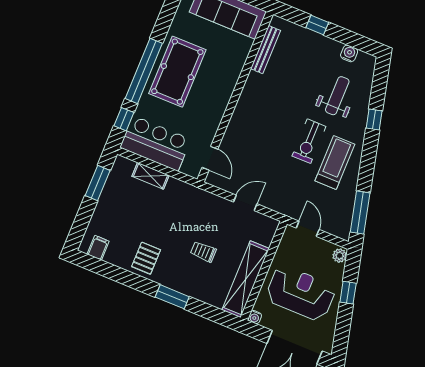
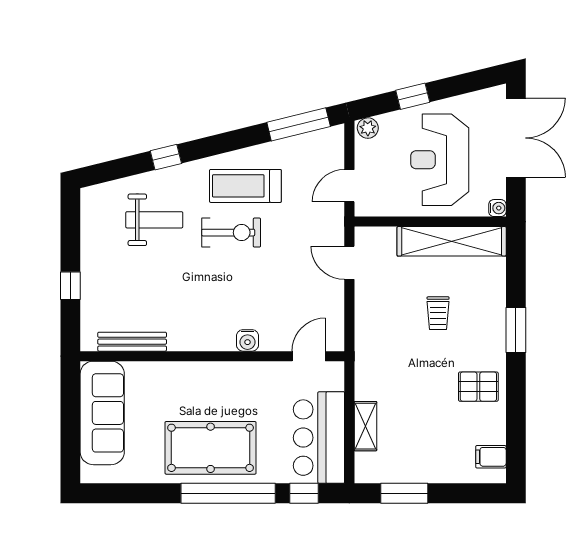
water cooler: (349, 53) -> (248, 340), moved, turned -90
weight bench: (337, 96) -> (154, 220), turned 180
door: (245, 203) -> (349, 263), moved

